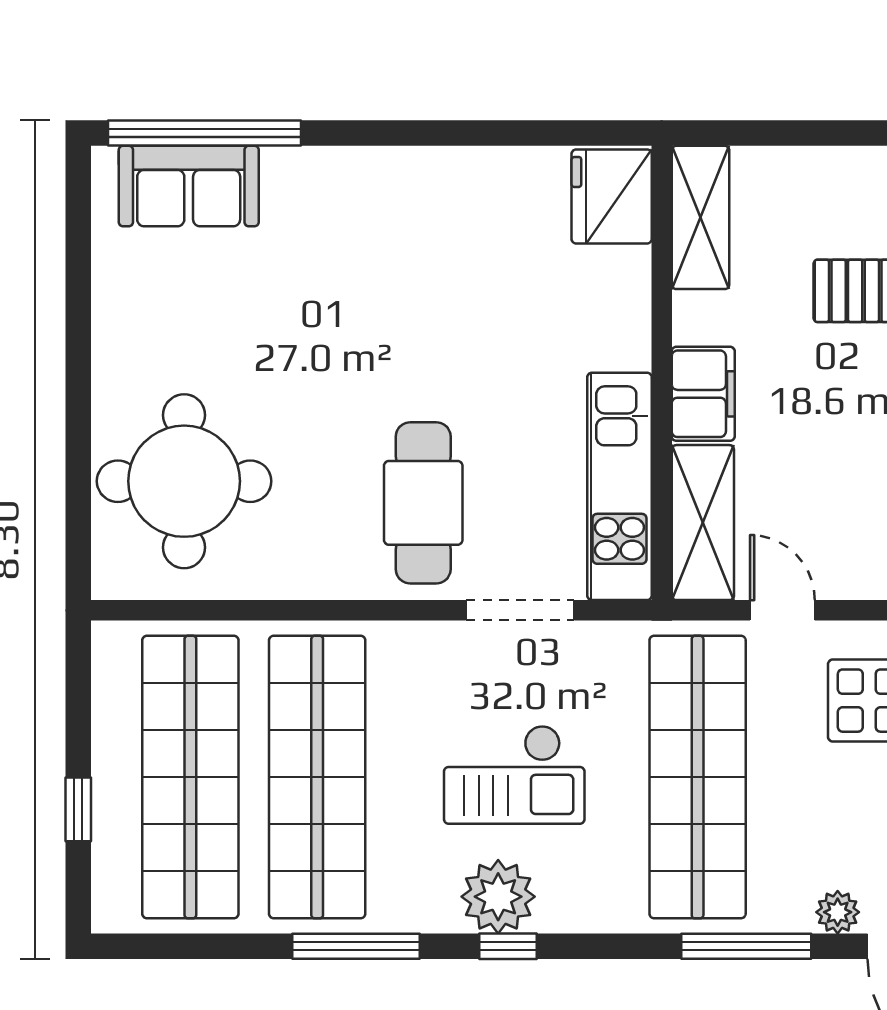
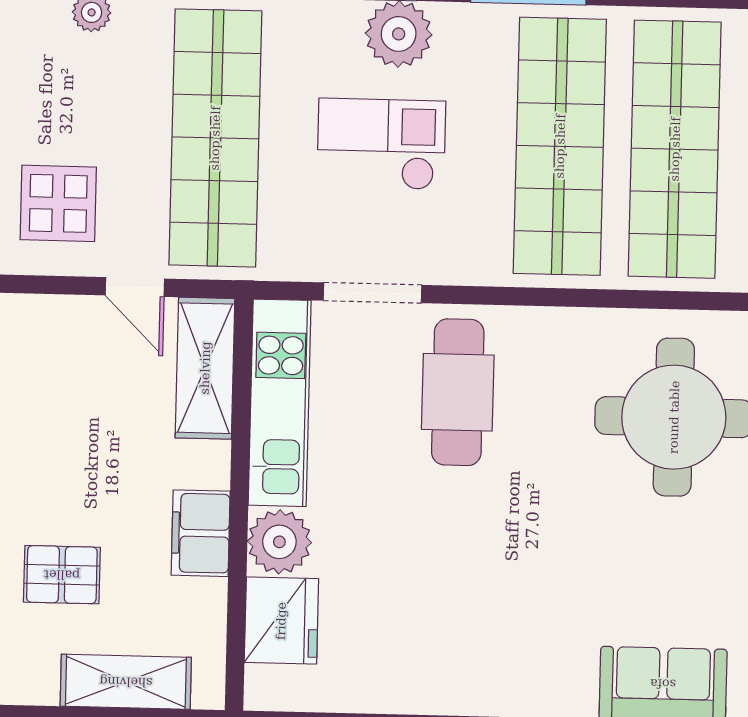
fridge: (612, 196) -> (281, 621), moved
shelving: (700, 217) -> (126, 682), moved, turned 90
plant: (616, 333) -> (279, 542), added
filing cabinet: (703, 394) -> (201, 533), moved

